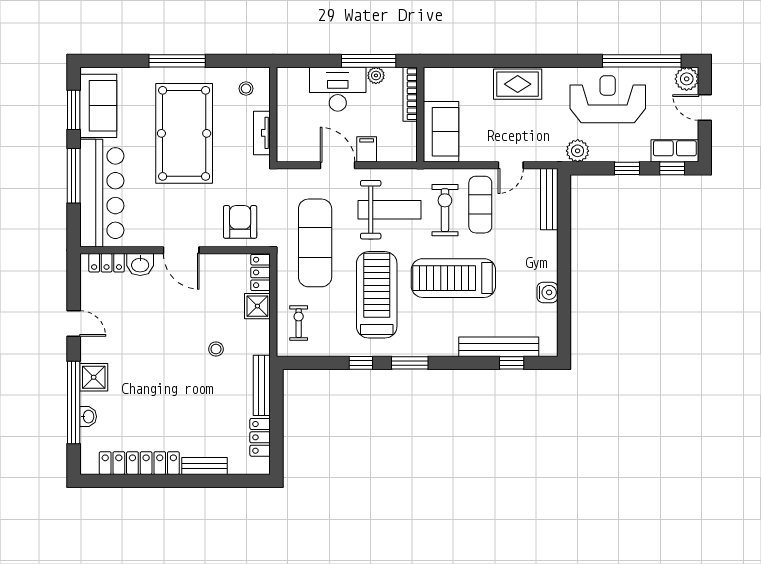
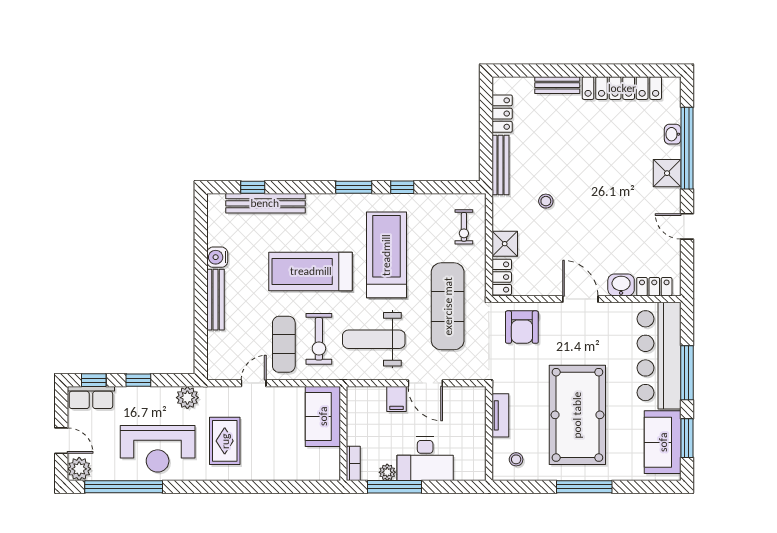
rug: (518, 84) -> (225, 441), moved, turned 90
bookcase: (410, 94) -> (353, 463), width x0.64
bench: (549, 199) -> (216, 300), moved
treadmill: (453, 278) -> (311, 271), turned 180
treadmill: (377, 295) -> (386, 255), turned 180

